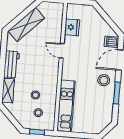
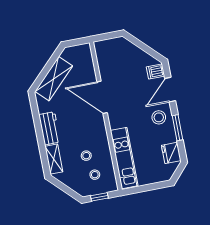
fridge: (72, 27) -> (171, 153), moved, turned 180
door: (62, 51) -> (102, 97), width x1.88

